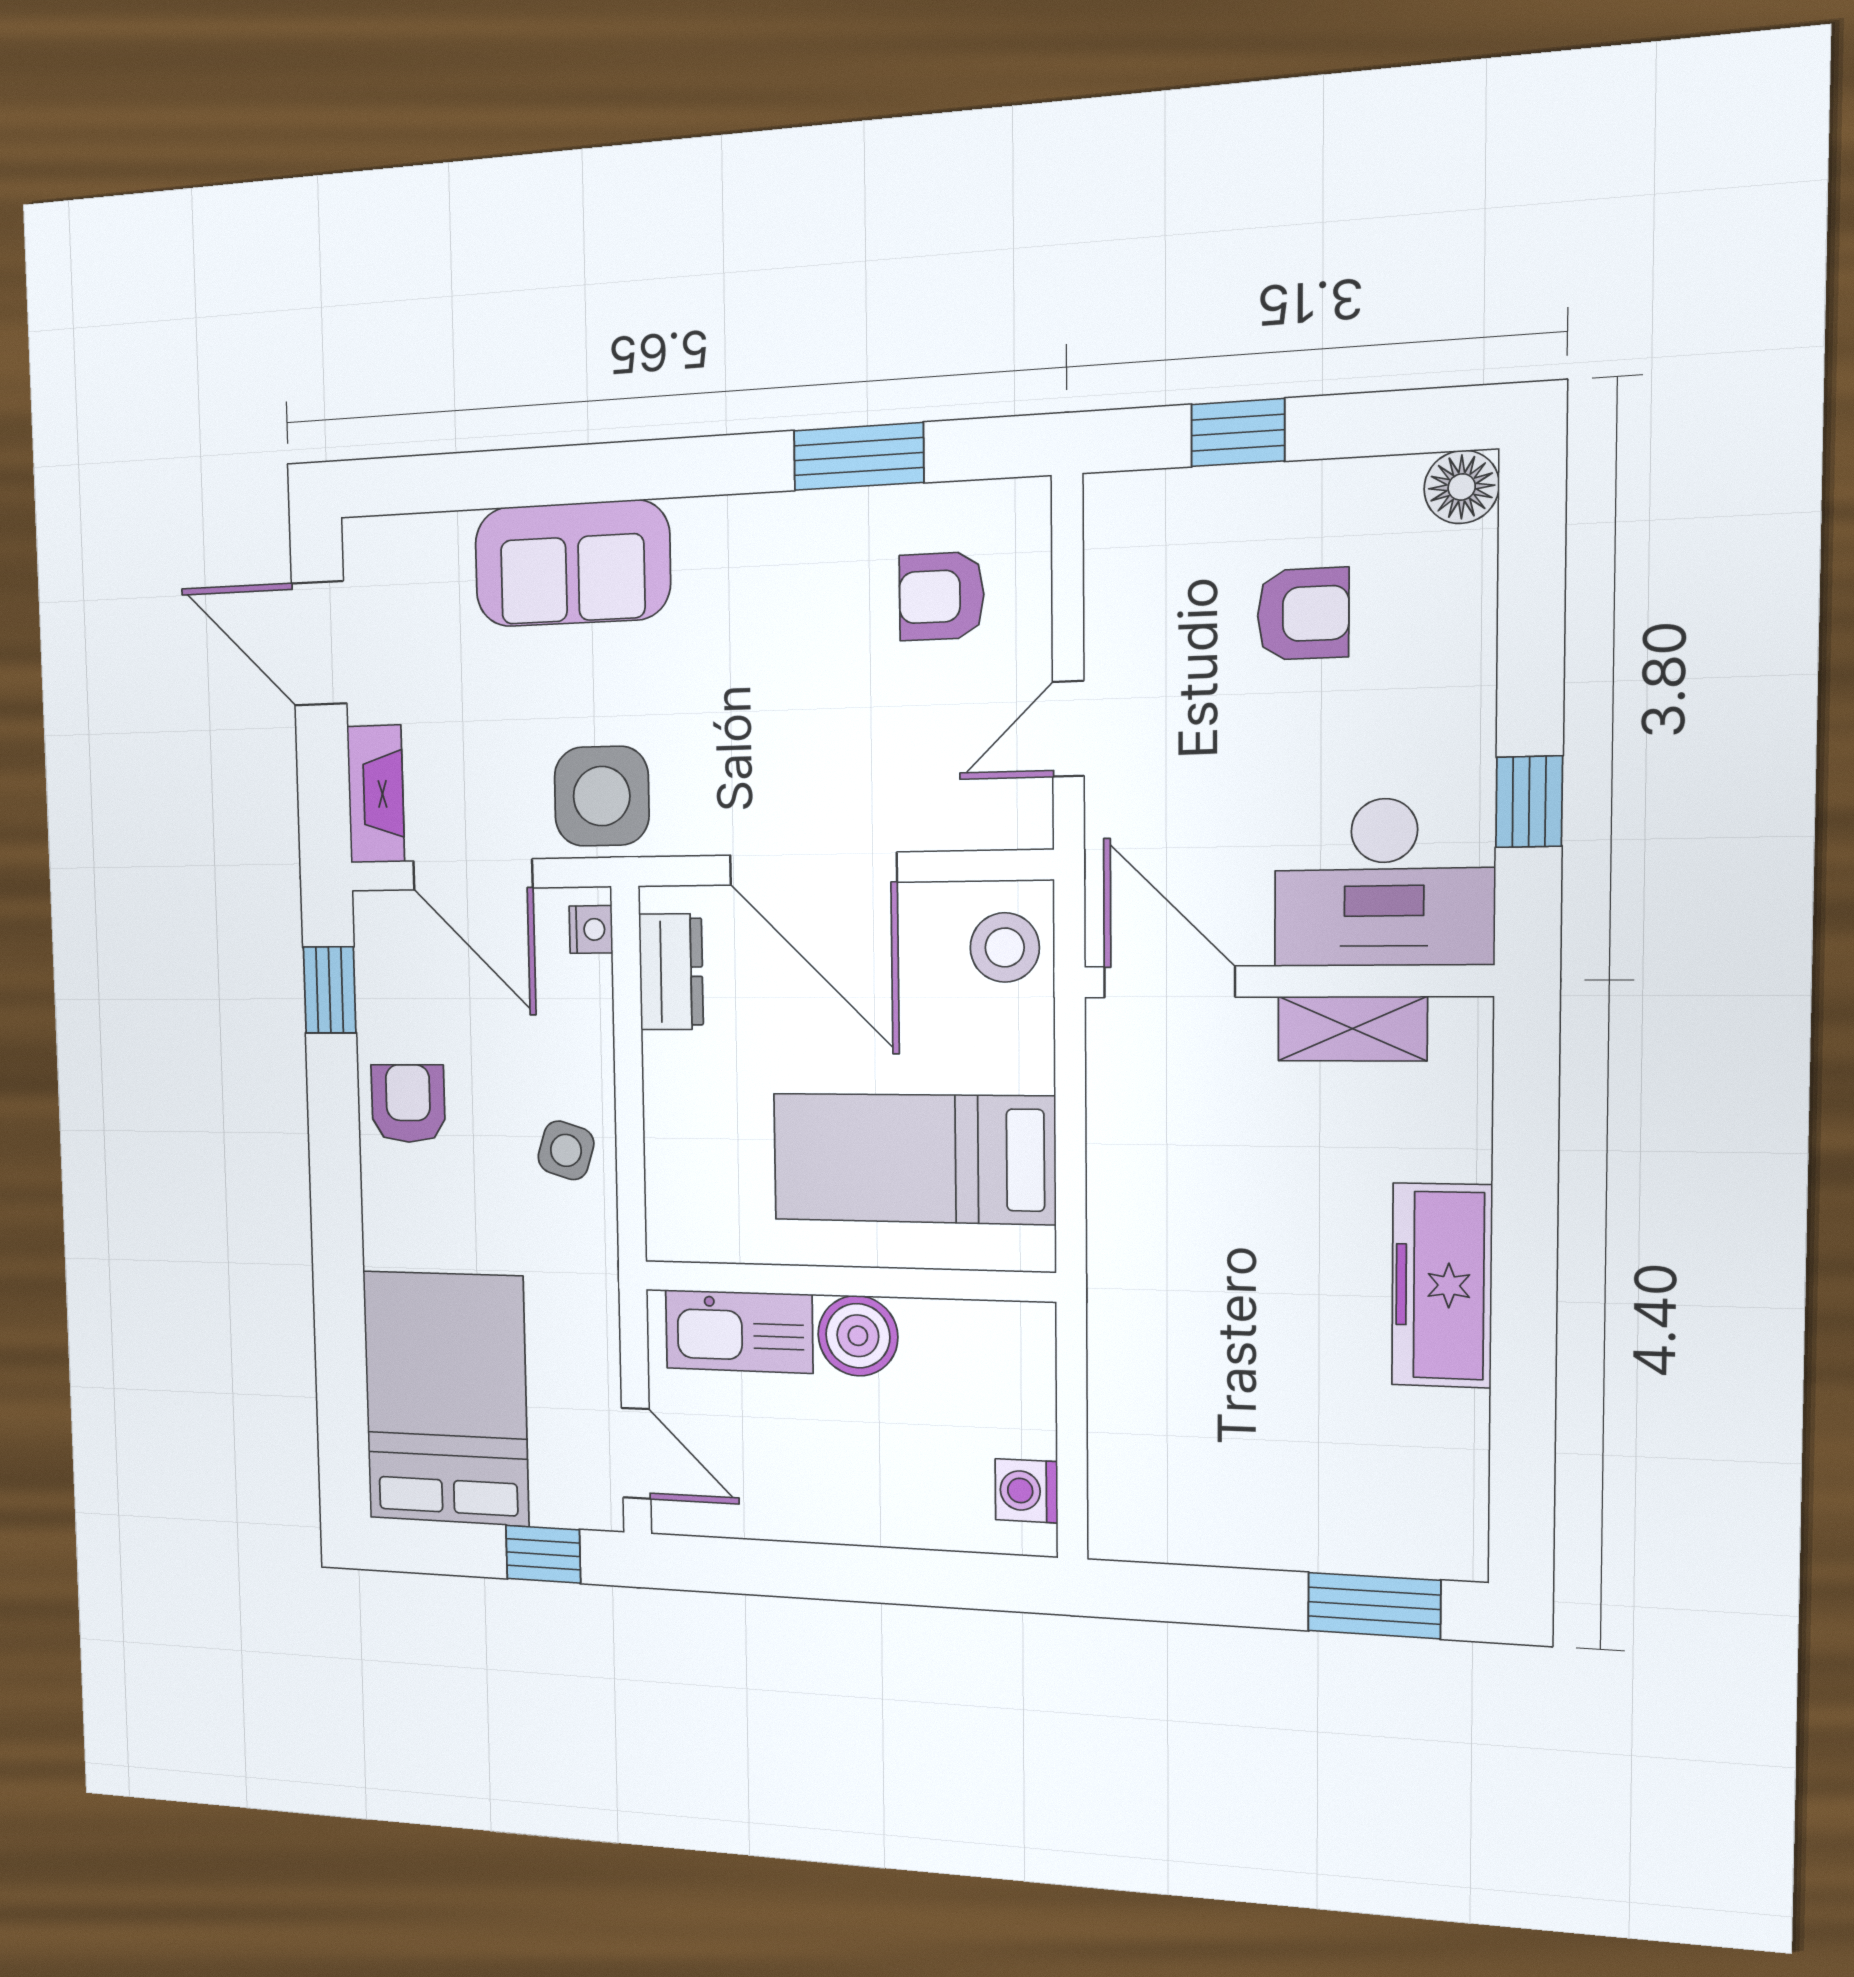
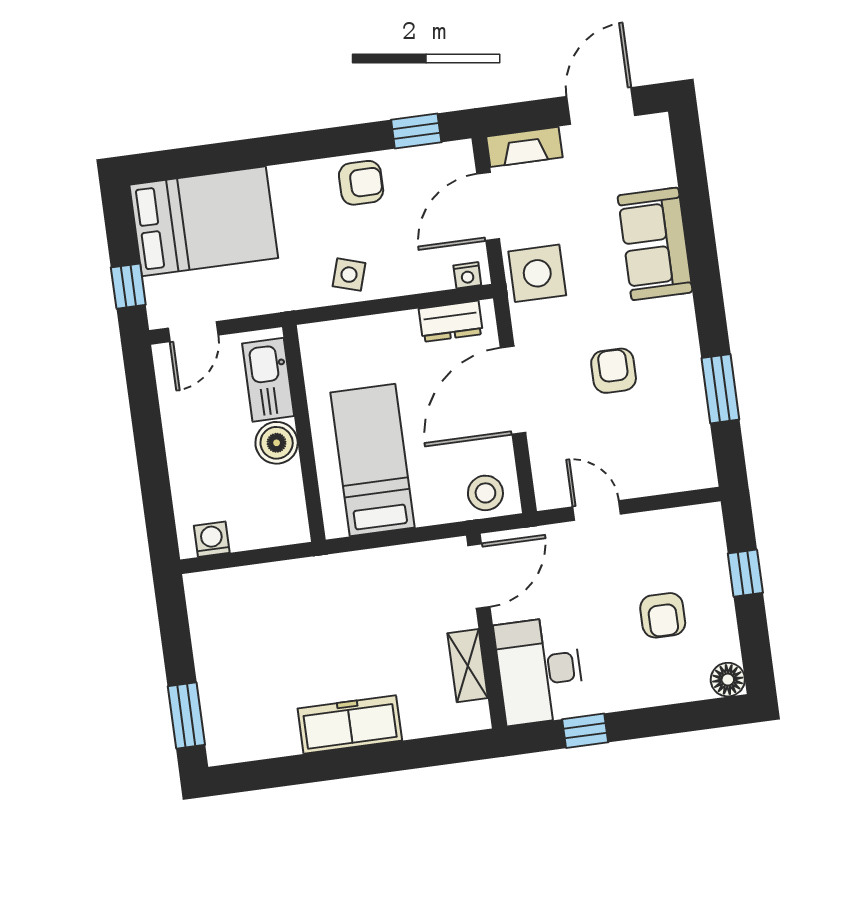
armchair: (942, 596) -> (614, 371), moved

